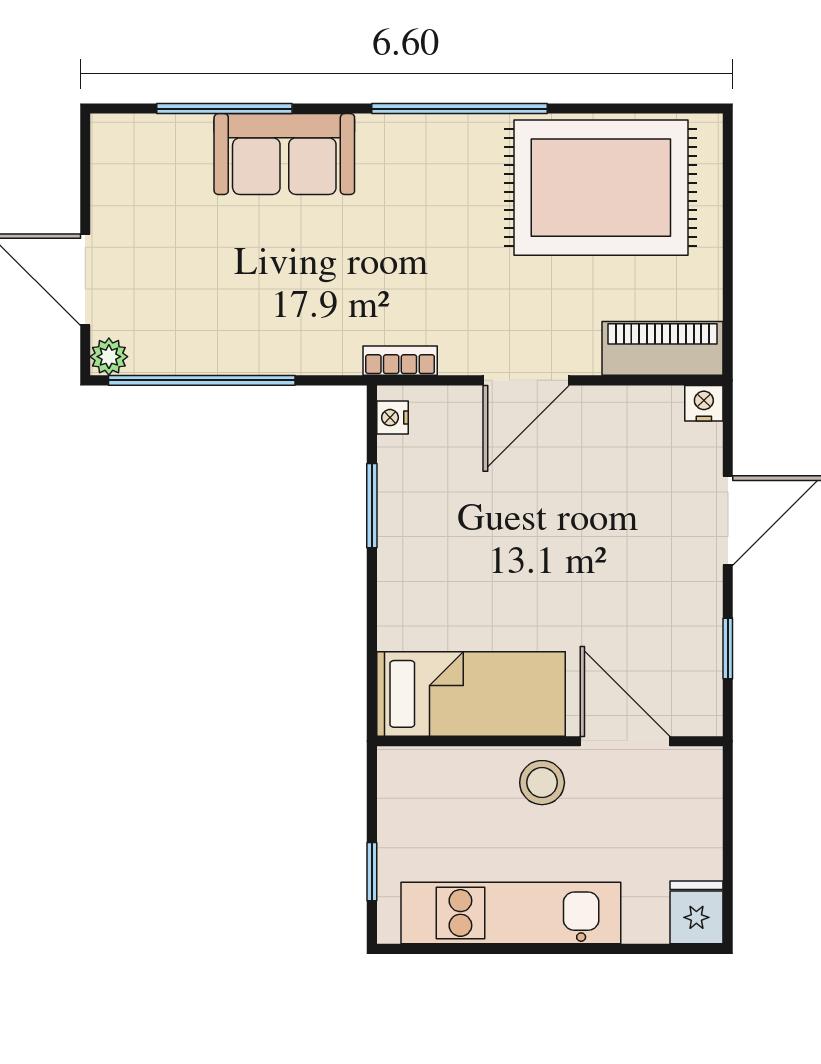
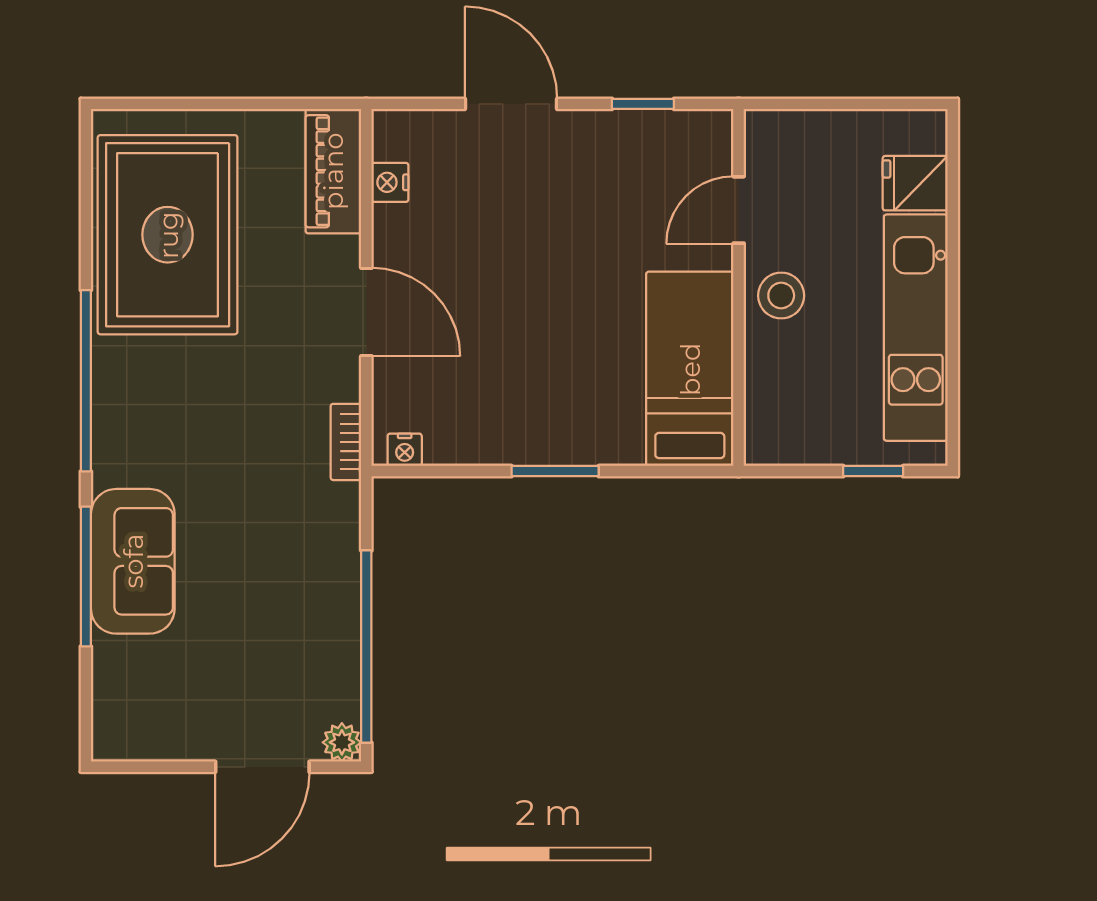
window: (224, 109) -> (86, 577), moved
nightstand: (704, 403) -> (390, 182), moved
window: (372, 506) -> (555, 471), moved
door: (625, 741) -> (739, 210), width x0.73
fridge: (696, 912) -> (915, 183), moved

